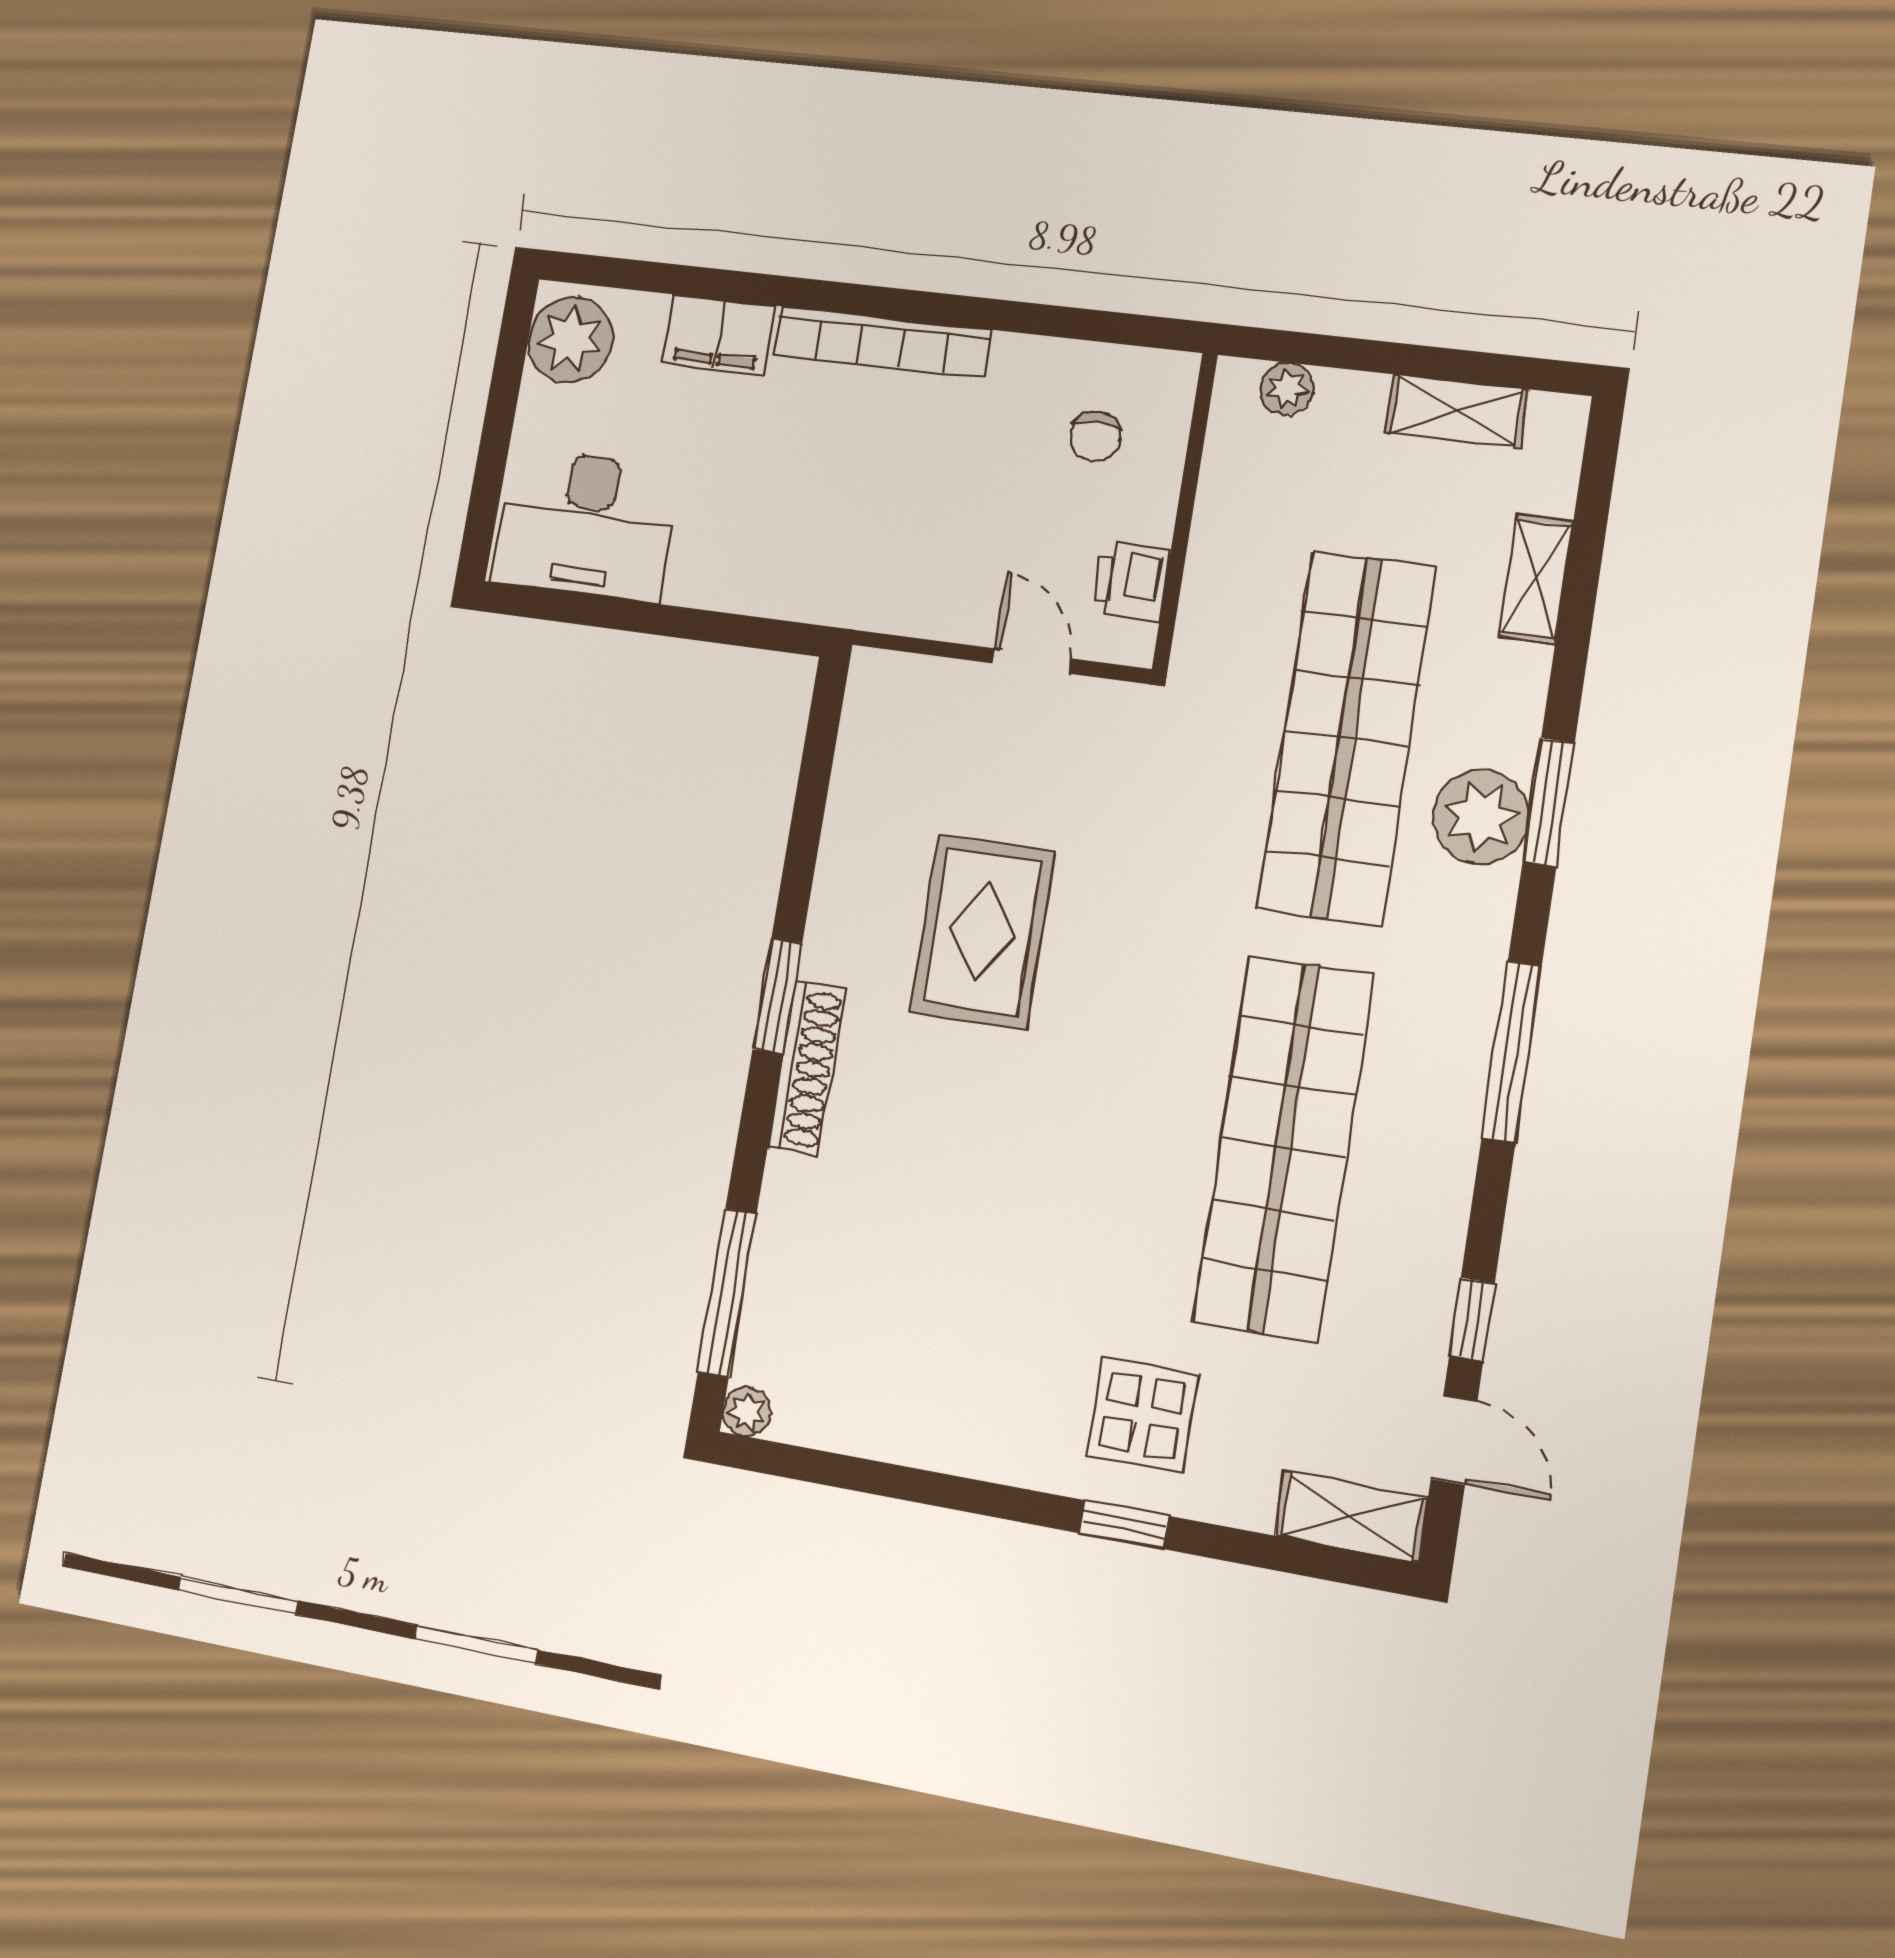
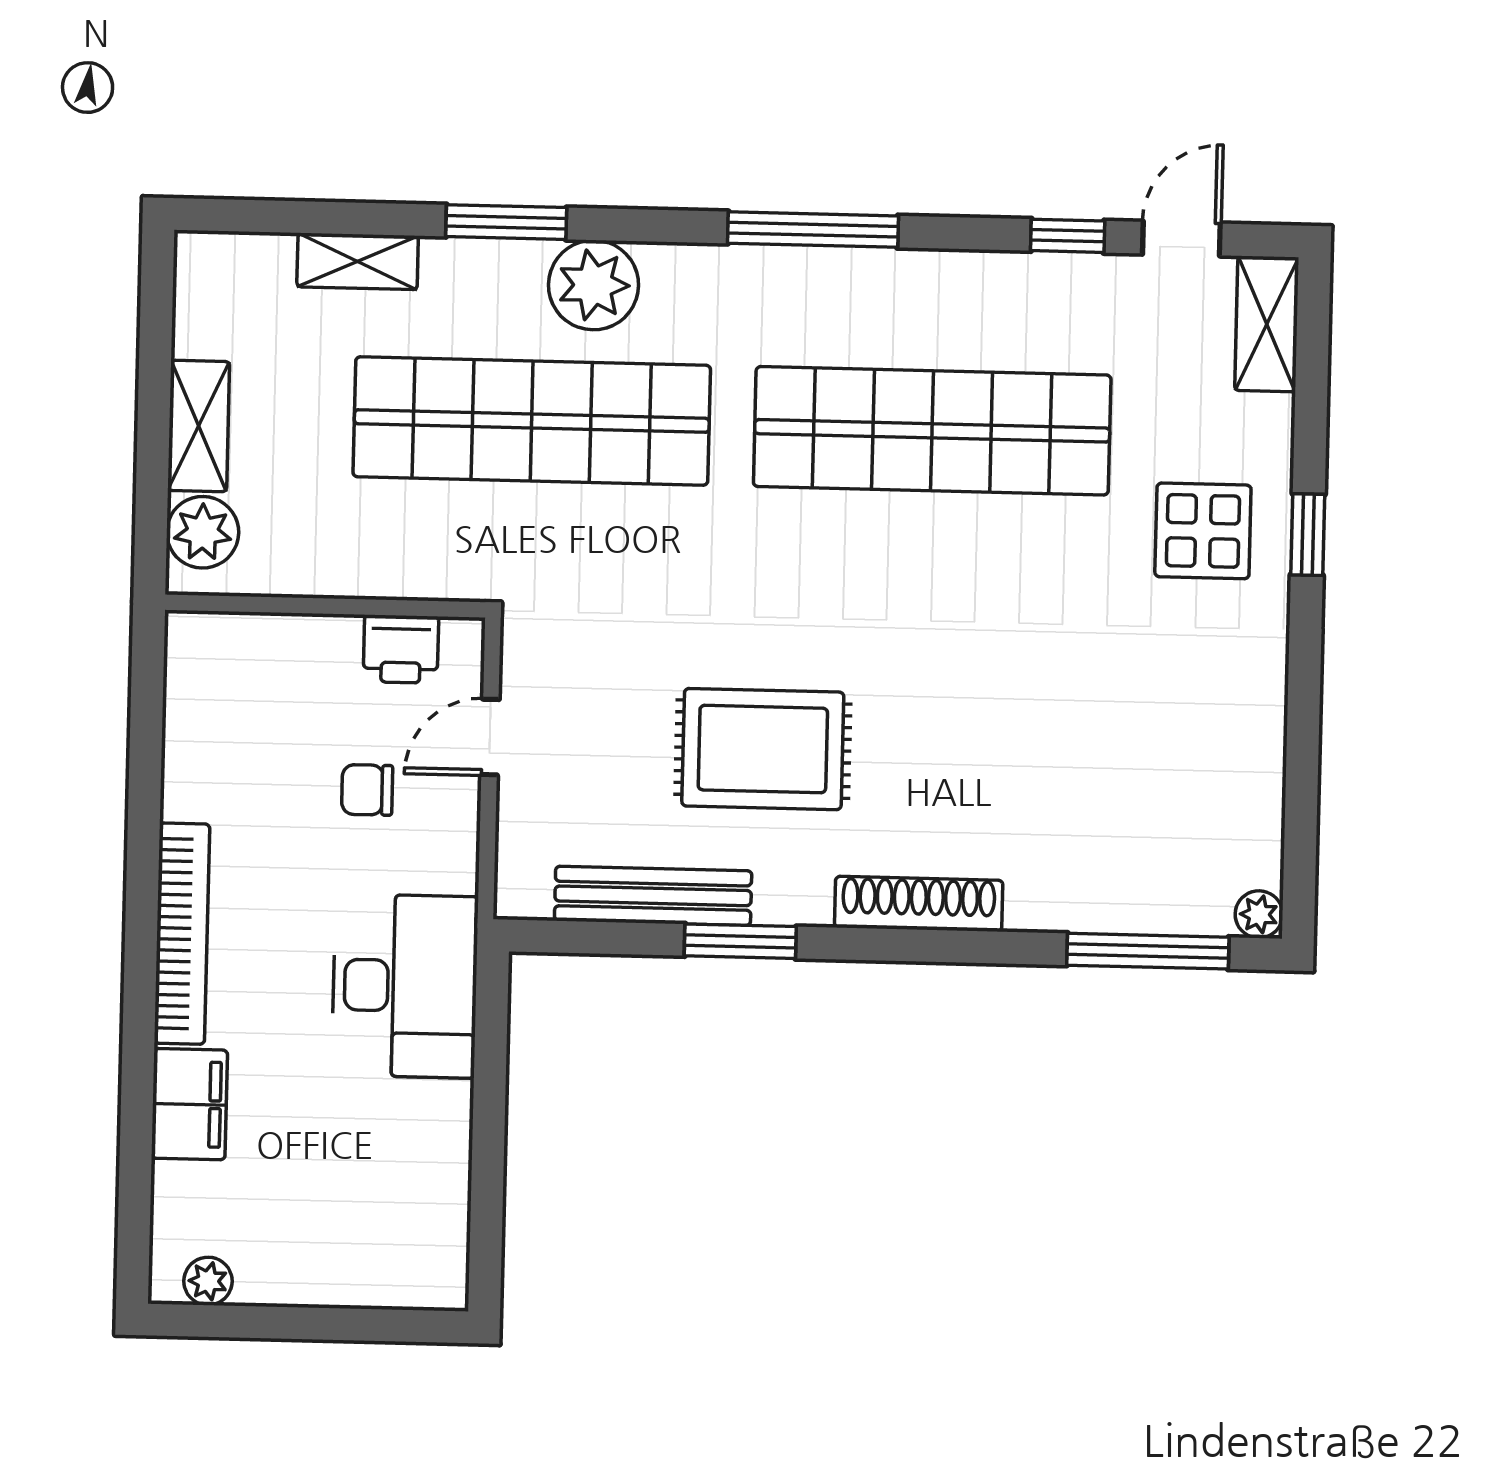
plant: (570, 340) -> (208, 1281), width x0.53, depth x0.53
plant: (1287, 389) -> (203, 532), width x1.38, depth x1.38
shelving: (1457, 411) -> (199, 426), moved
chair: (1096, 436) -> (367, 790), moved, turned 180
desk: (586, 525) -> (405, 986), moved
window: (1549, 802) -> (506, 222), moved
bench: (853, 805) -> (653, 896), added
window: (777, 996) -> (740, 941), moved

